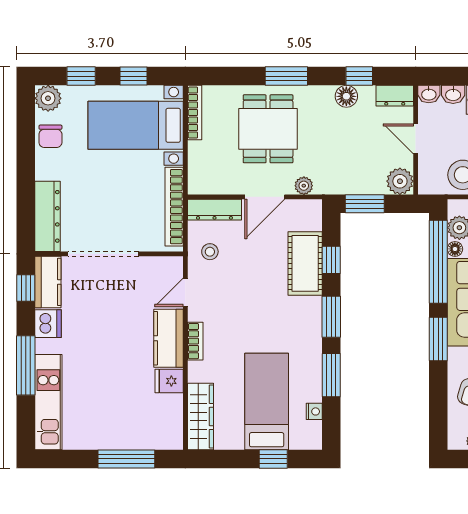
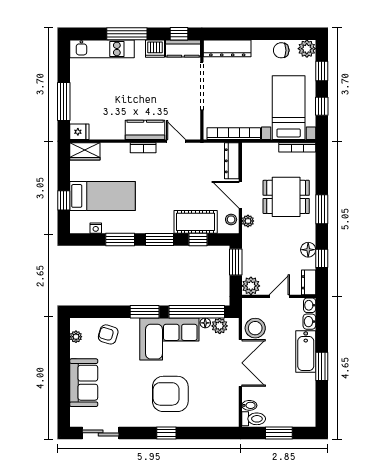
stool: (210, 252) -> (231, 219), moved
fridge: (169, 381) -> (79, 132), moved, turned 90
wardrobe: (201, 416) -> (85, 151), width x0.67

